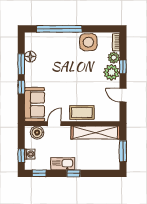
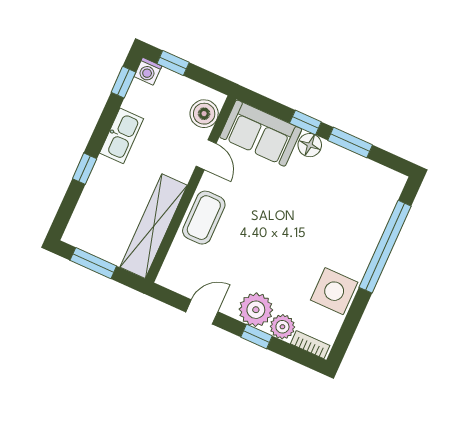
floor lamp: (30, 57) -> (310, 145), moved
washing machine: (30, 154) -> (148, 71), moved
window: (73, 173) -> (85, 169), moved

